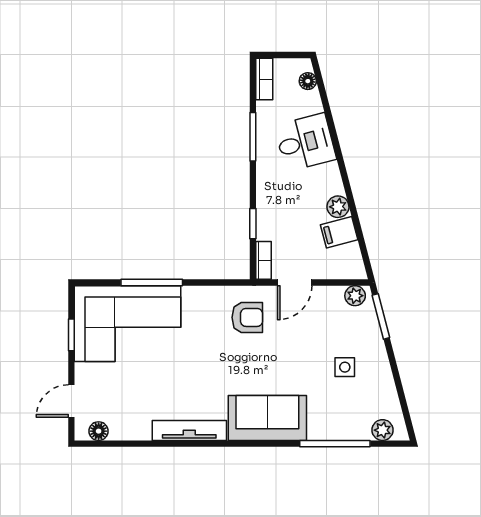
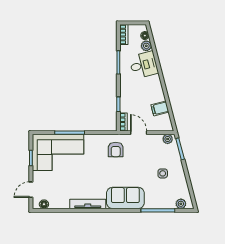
plant: (338, 207) -> (146, 46), moved
door: (295, 283) -> (139, 133), swing flipped
armchair: (247, 317) -> (116, 149), turned 90

